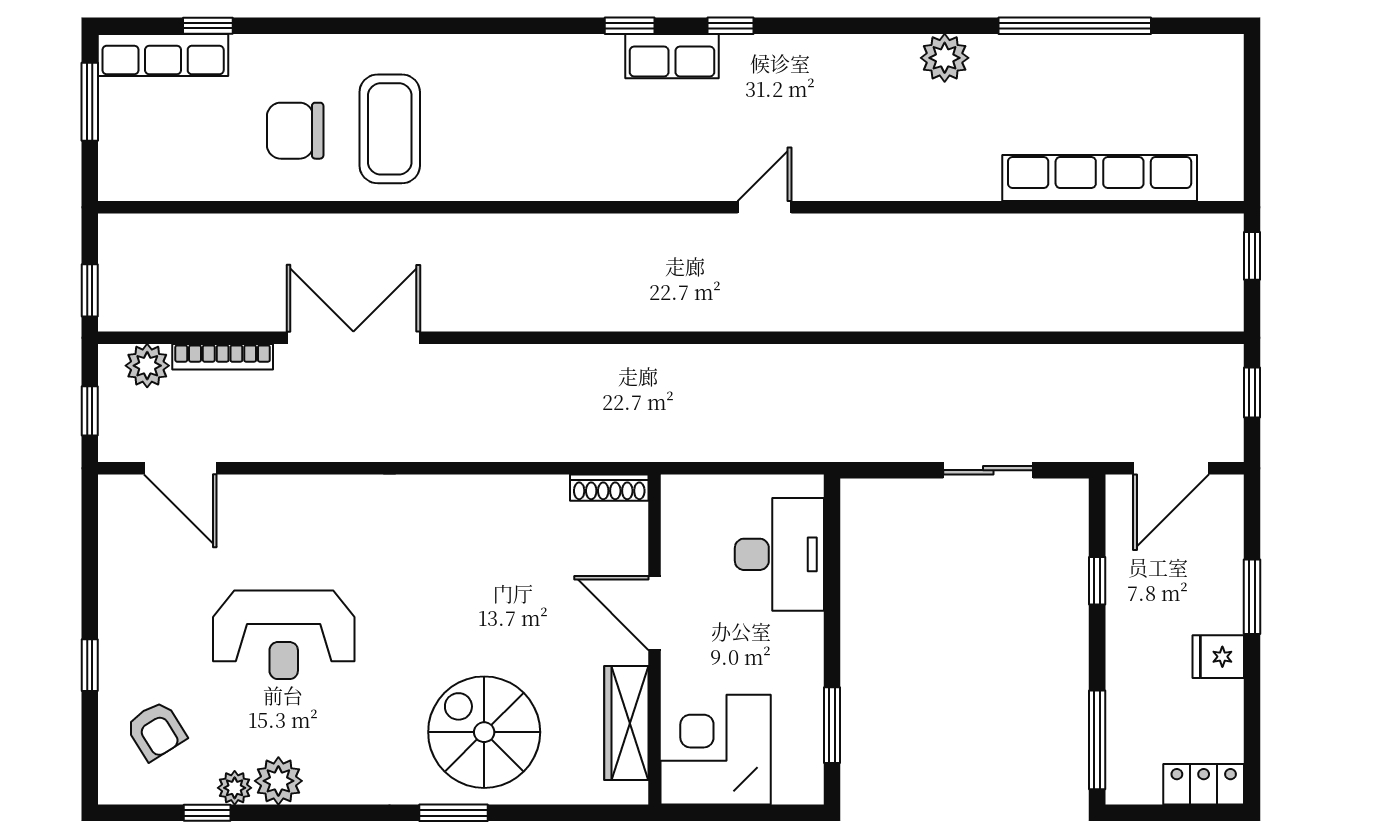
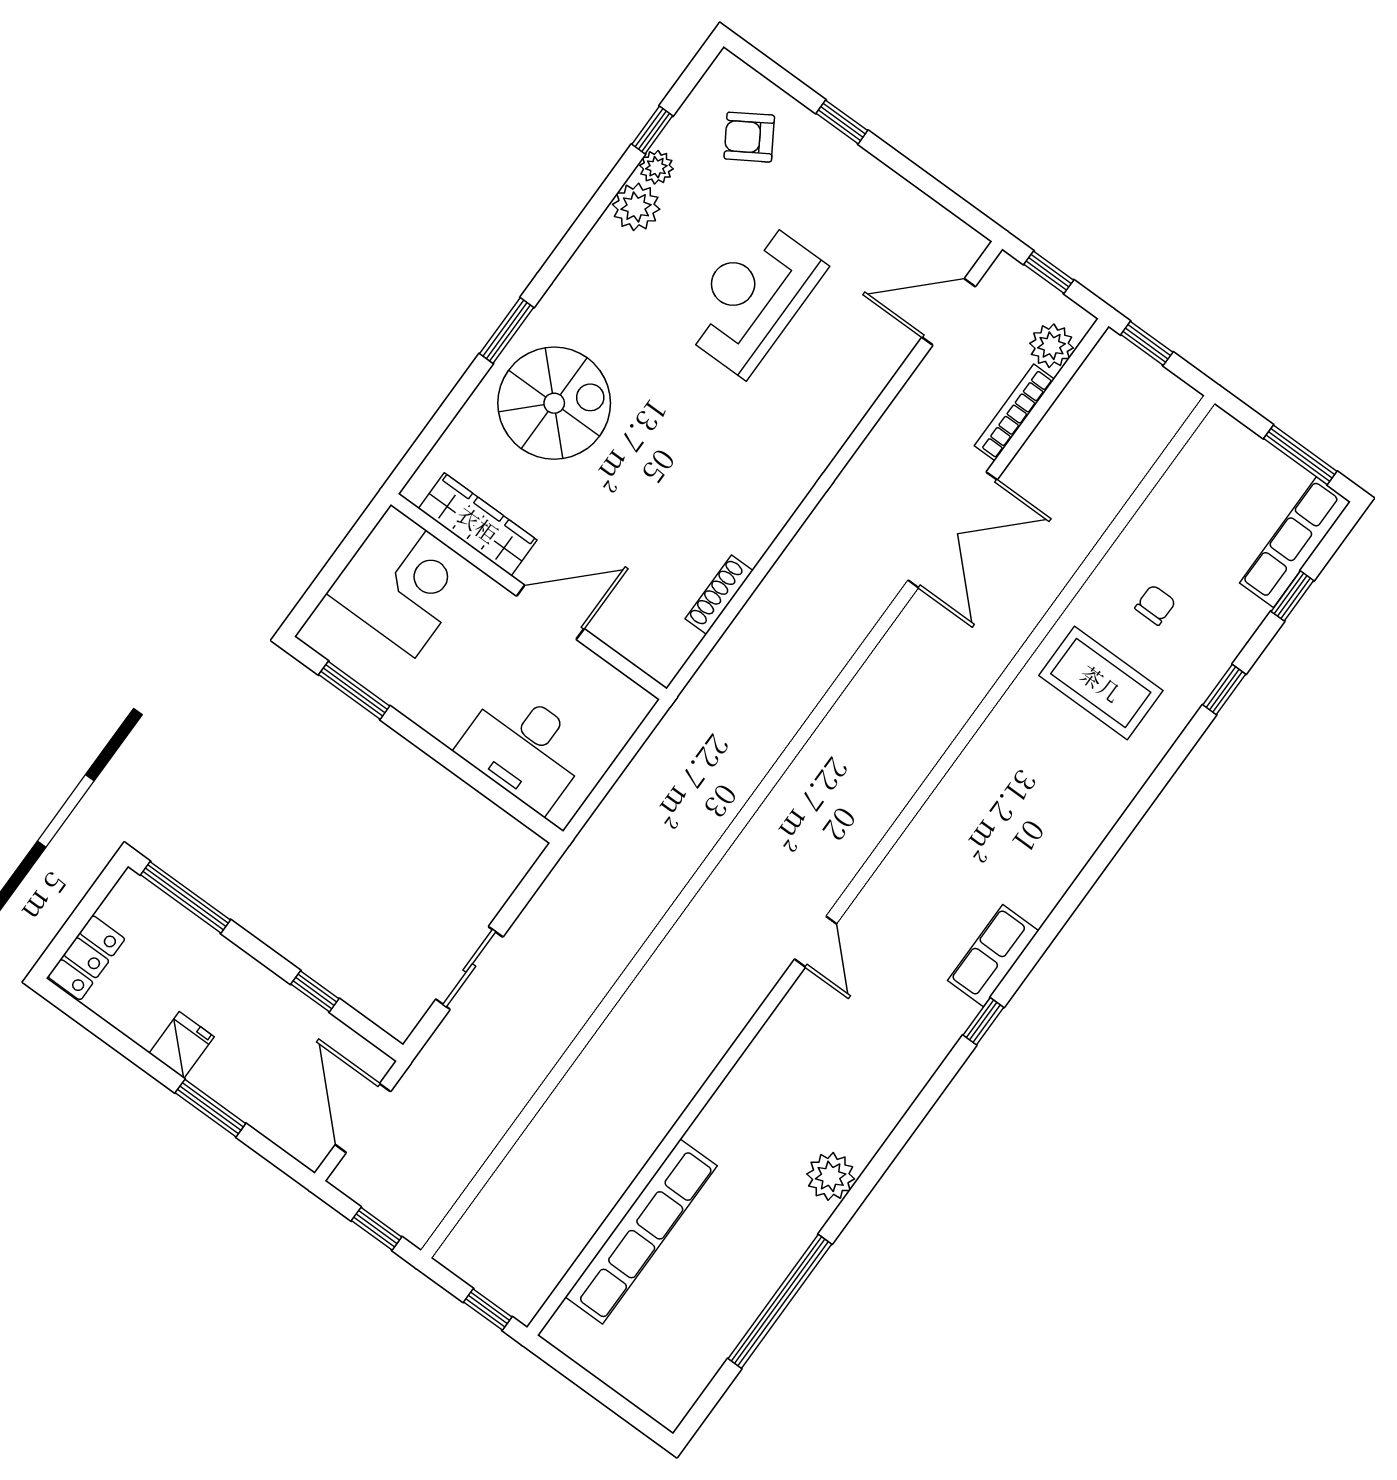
window: (630, 26) -> (1224, 690), moved
chair: (295, 131) -> (1155, 605), width x0.54, depth x0.54
shoe rack: (609, 488) -> (719, 595), moved

